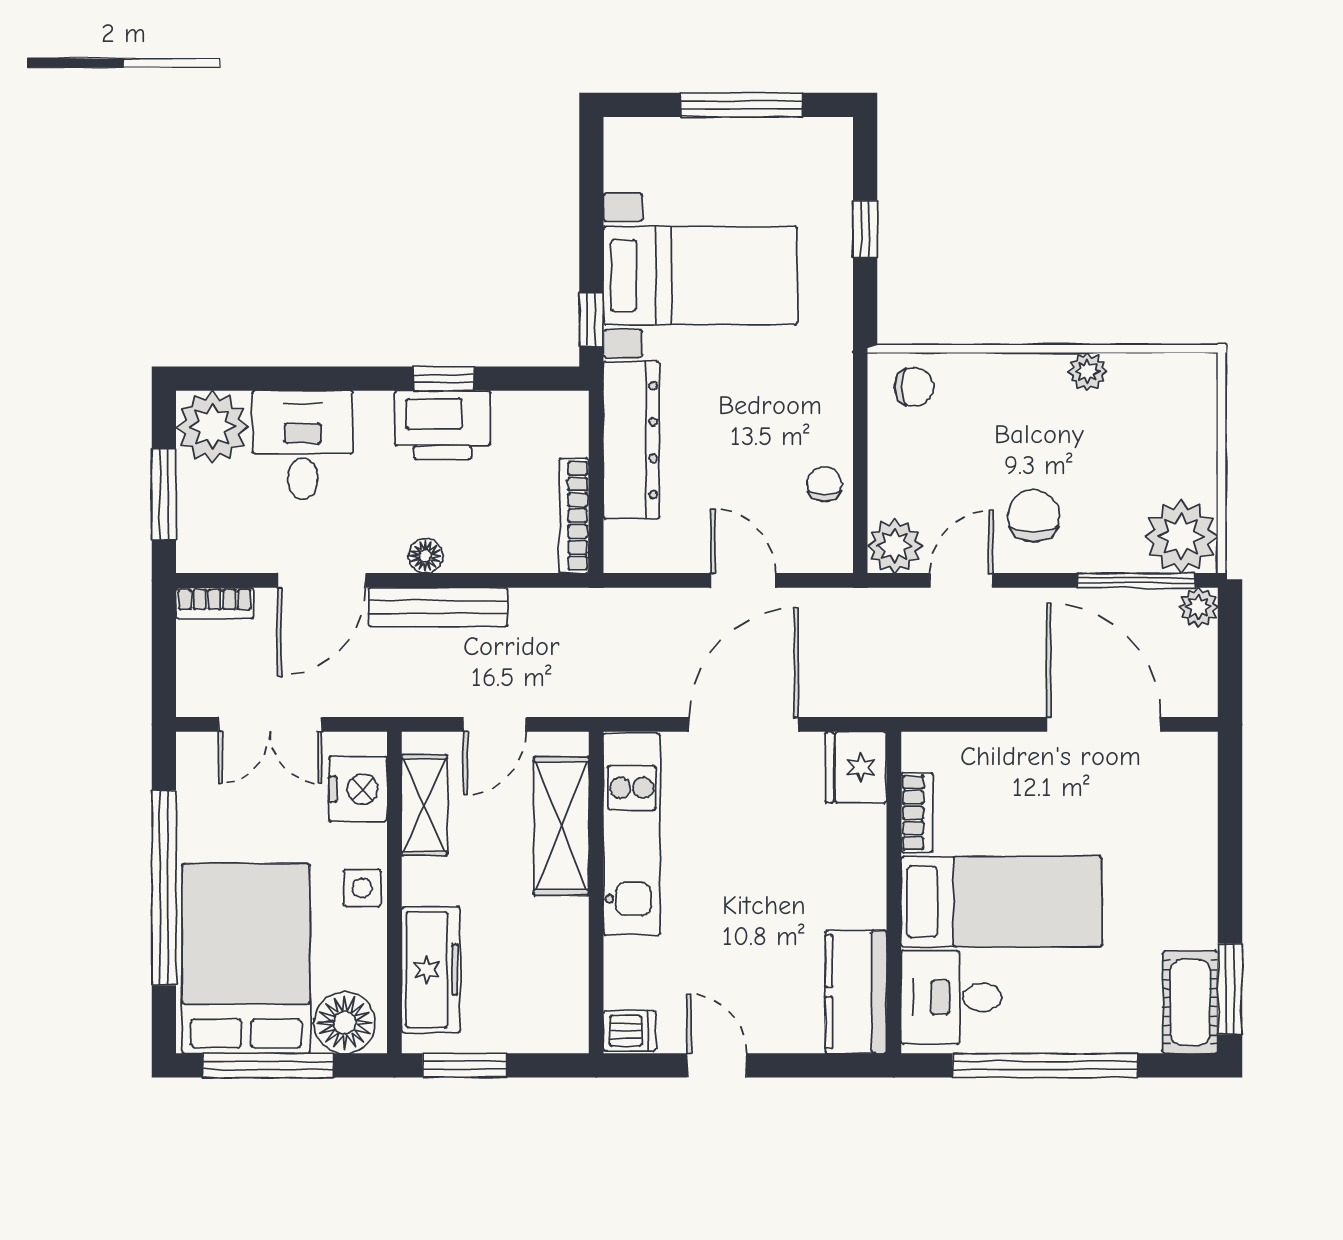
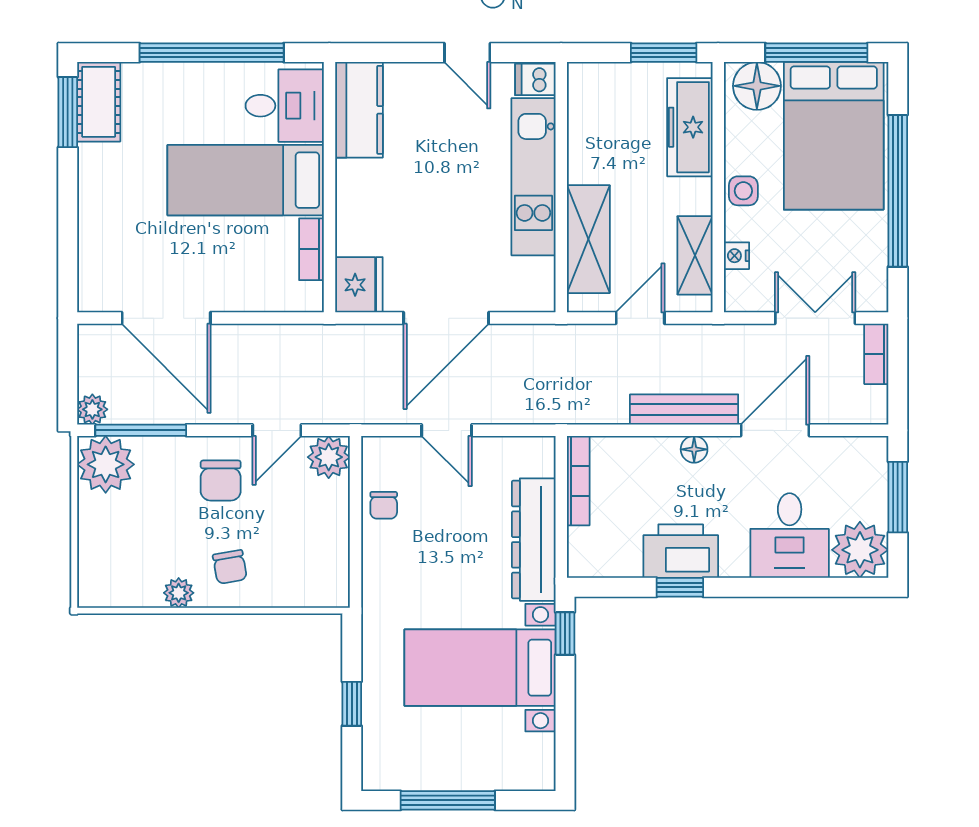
chair: (914, 387) -> (230, 567), moved, turned -100
bookcase: (215, 603) -> (876, 354), moved, turned -90
nightstand: (358, 789) -> (737, 256), width x0.53, depth x0.56
kitchen unit: (632, 834) -> (533, 177), moved

